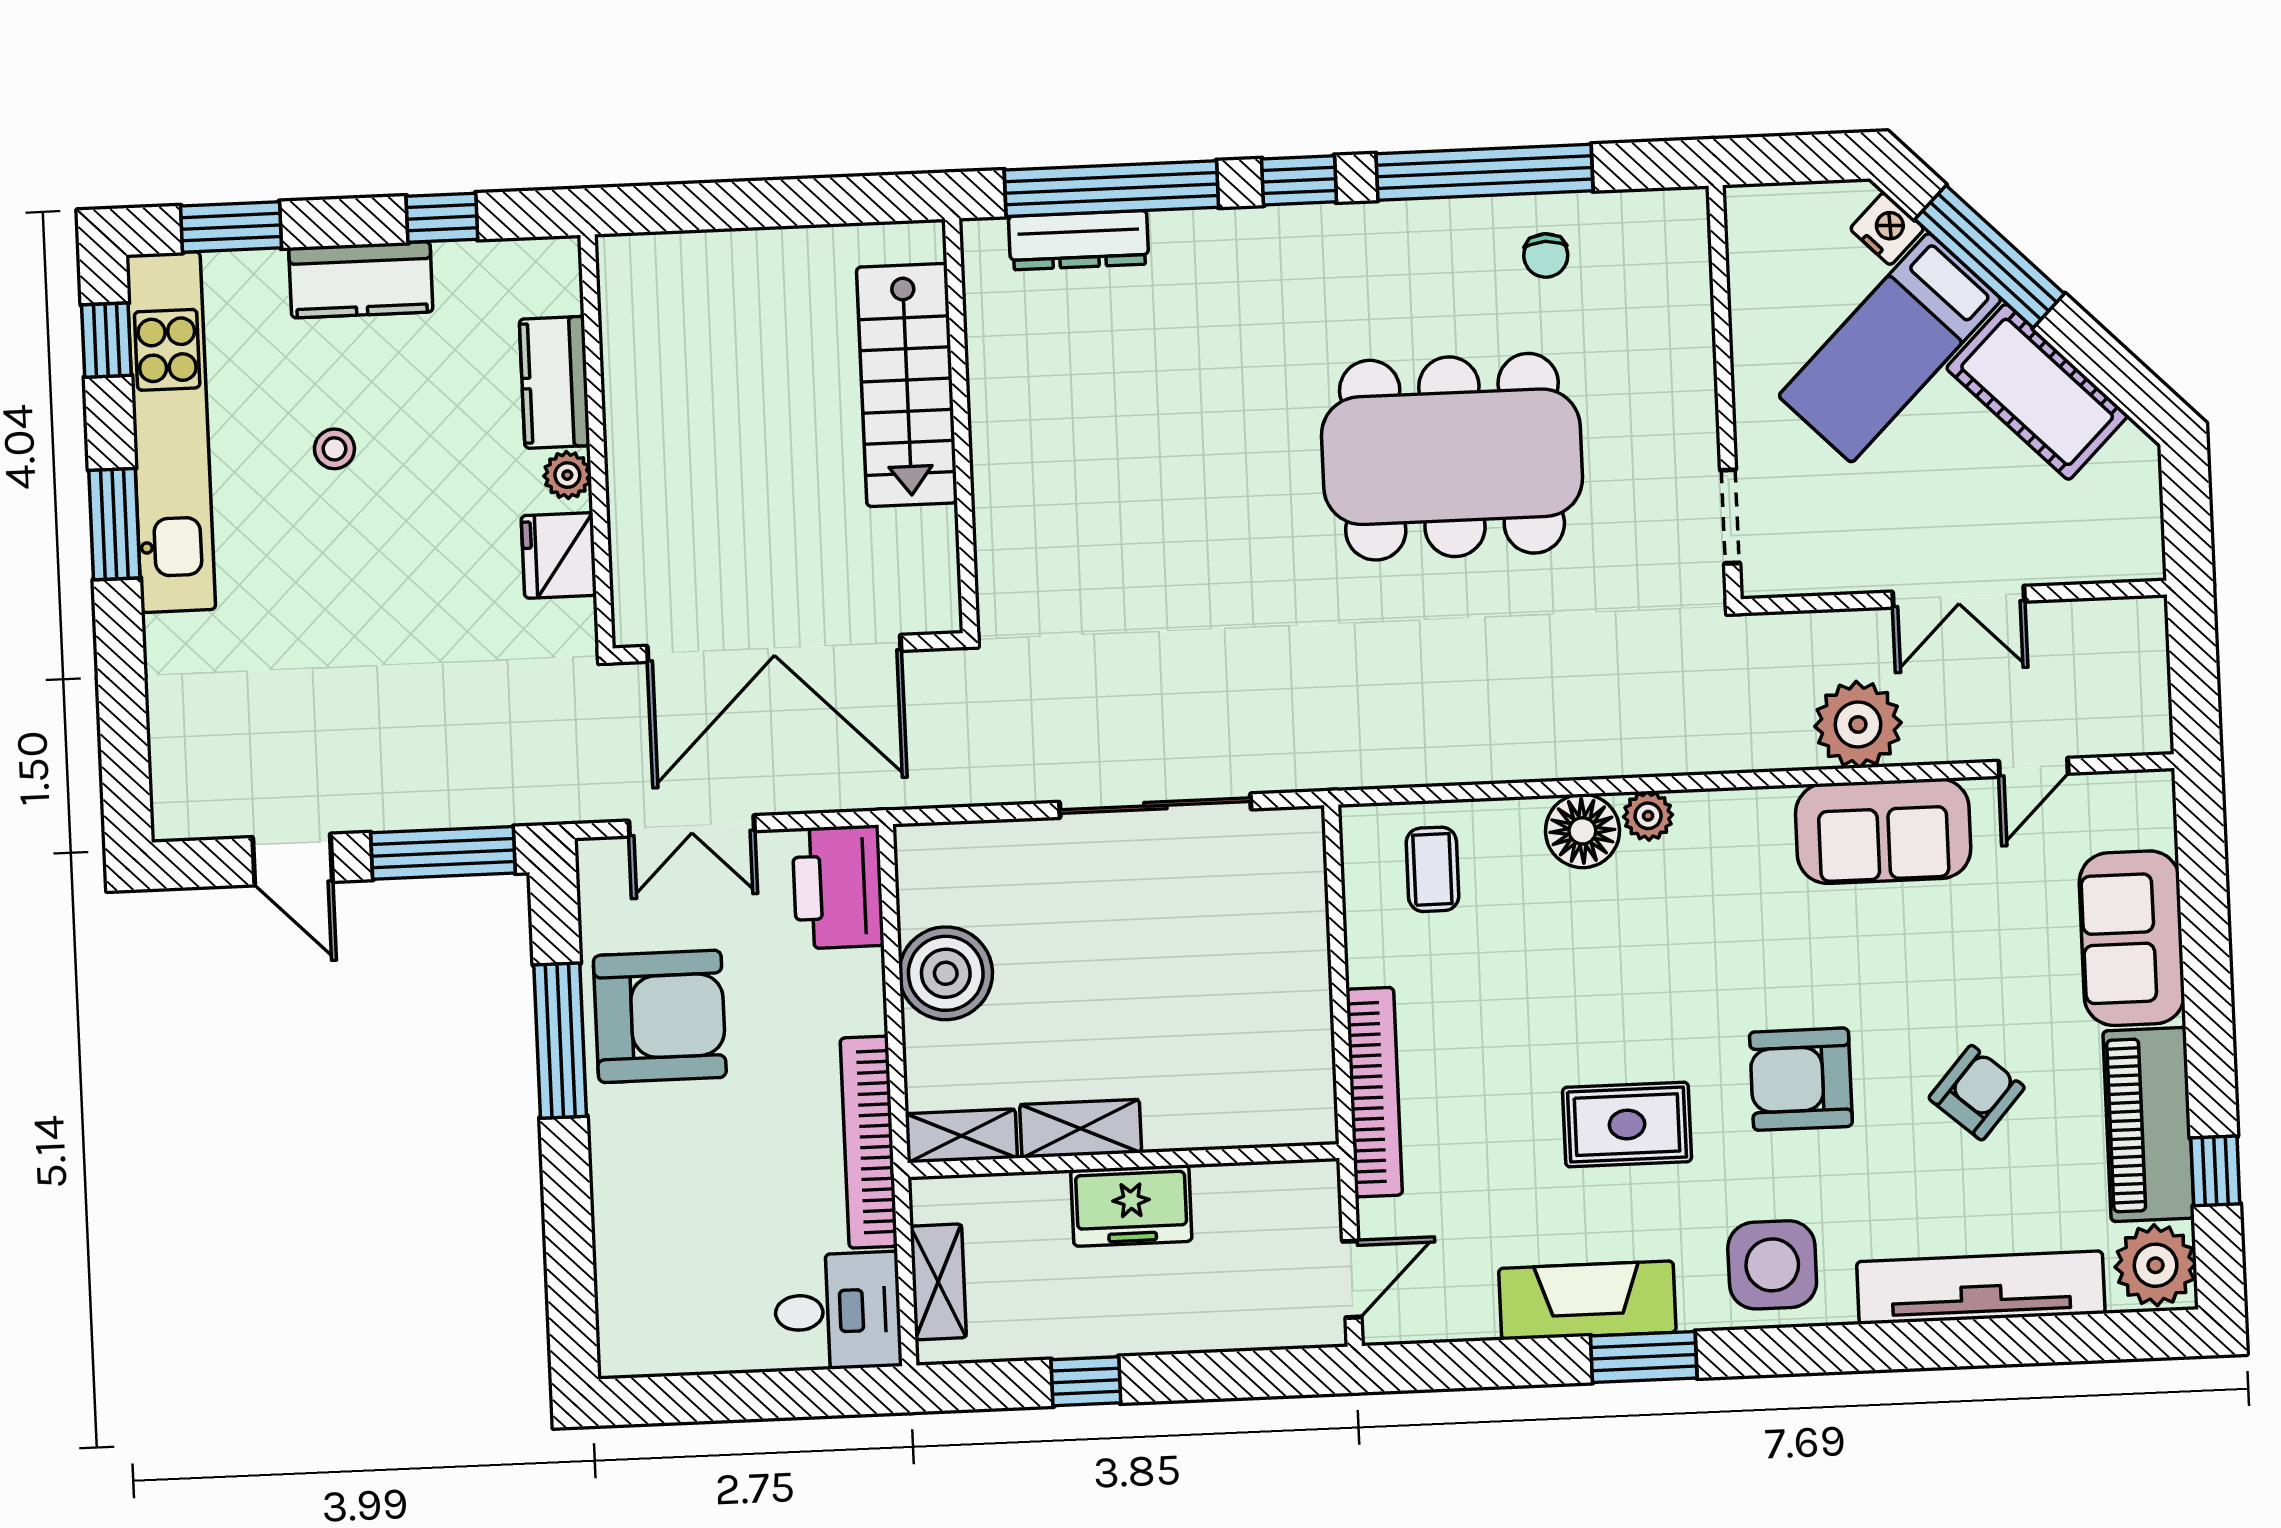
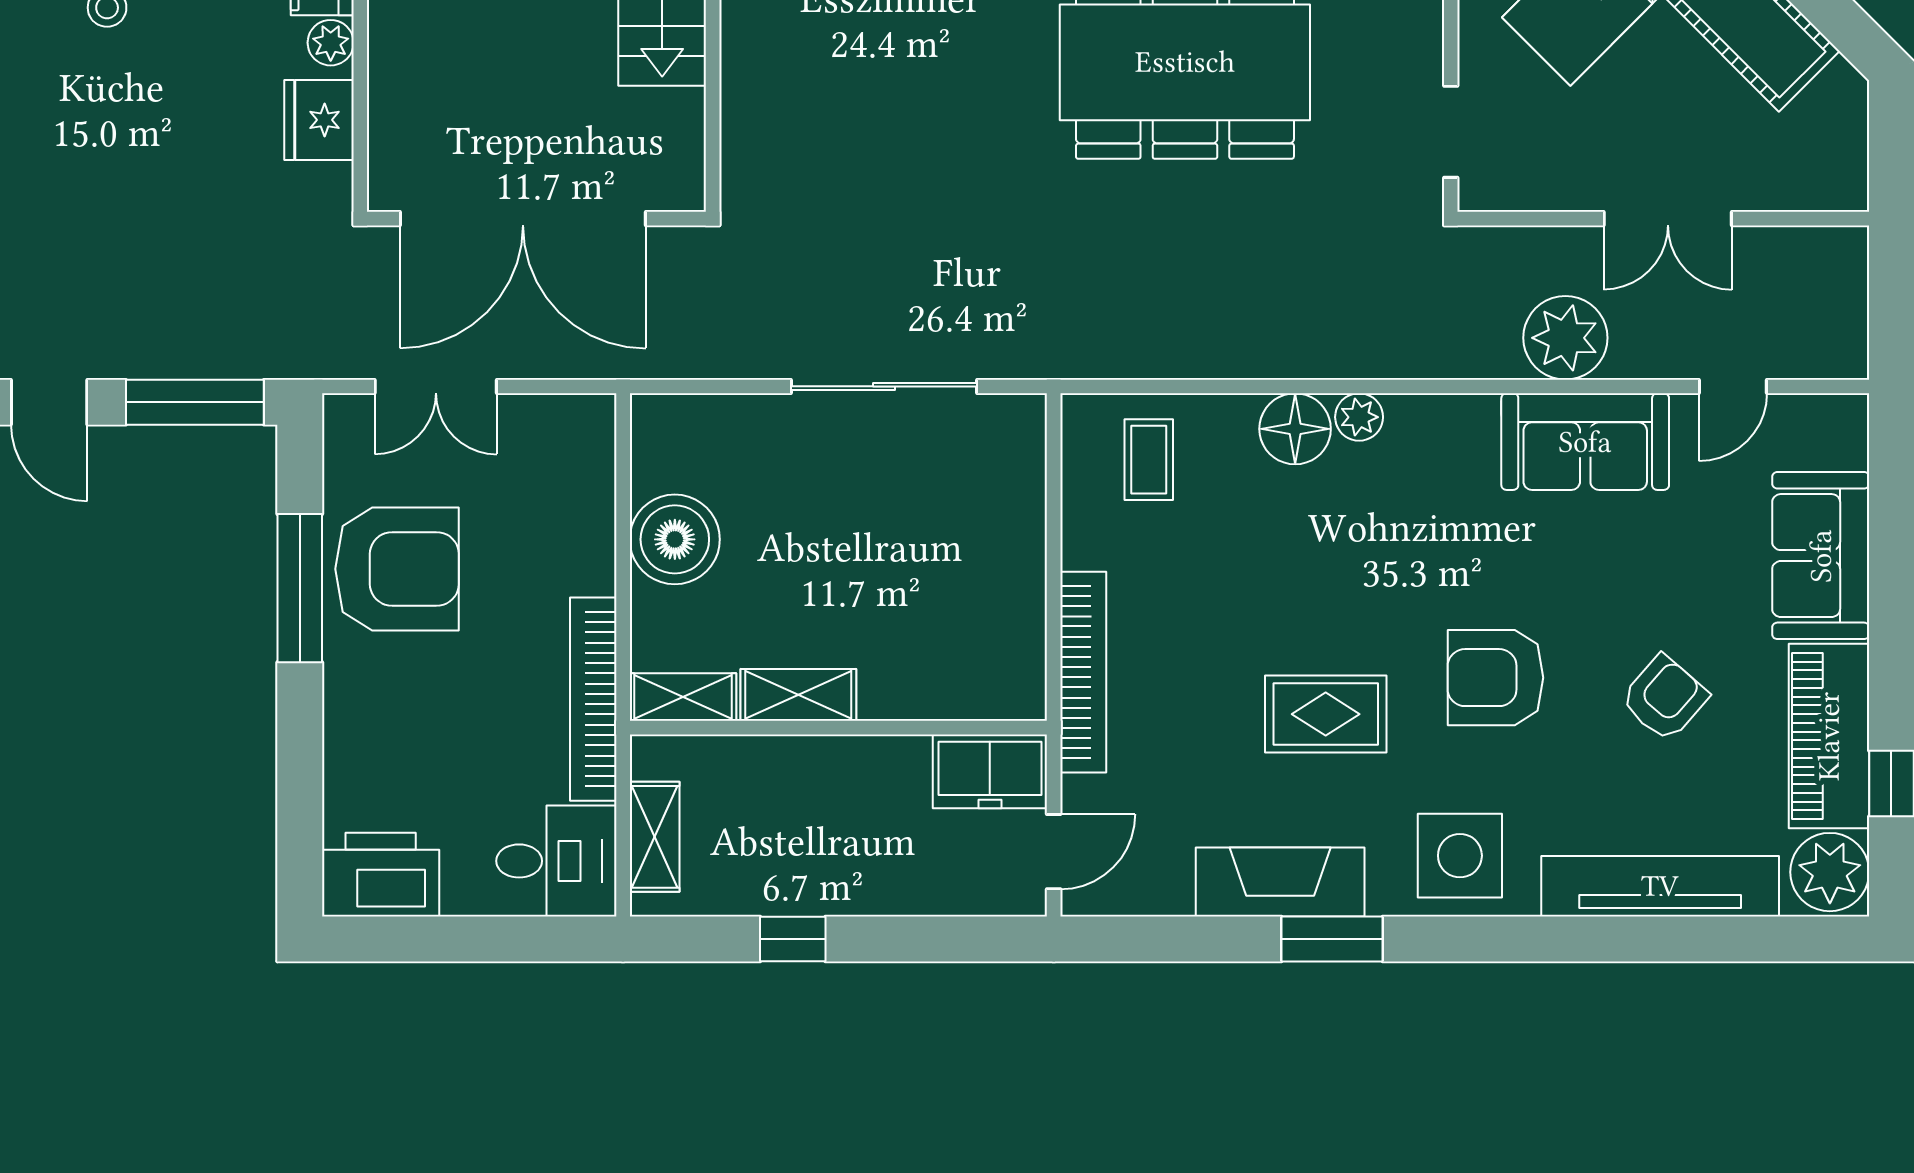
printer: (838, 887) -> (381, 875), moved, turned 90
freezer: (1131, 1206) -> (990, 771), moved

